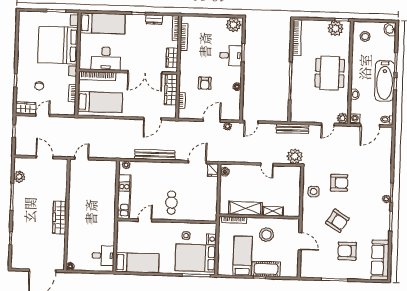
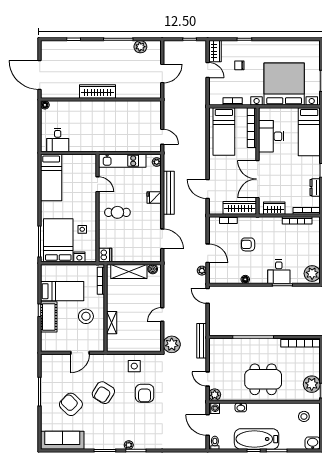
door: (82, 158) -> (162, 137), moved
fridge: (213, 170) -> (154, 198), moved
shelving: (245, 208) -> (129, 271), moved, turned 90
dishwasher: (210, 215) -> (105, 255), added
armchair: (347, 251) -> (71, 404), turned -46

